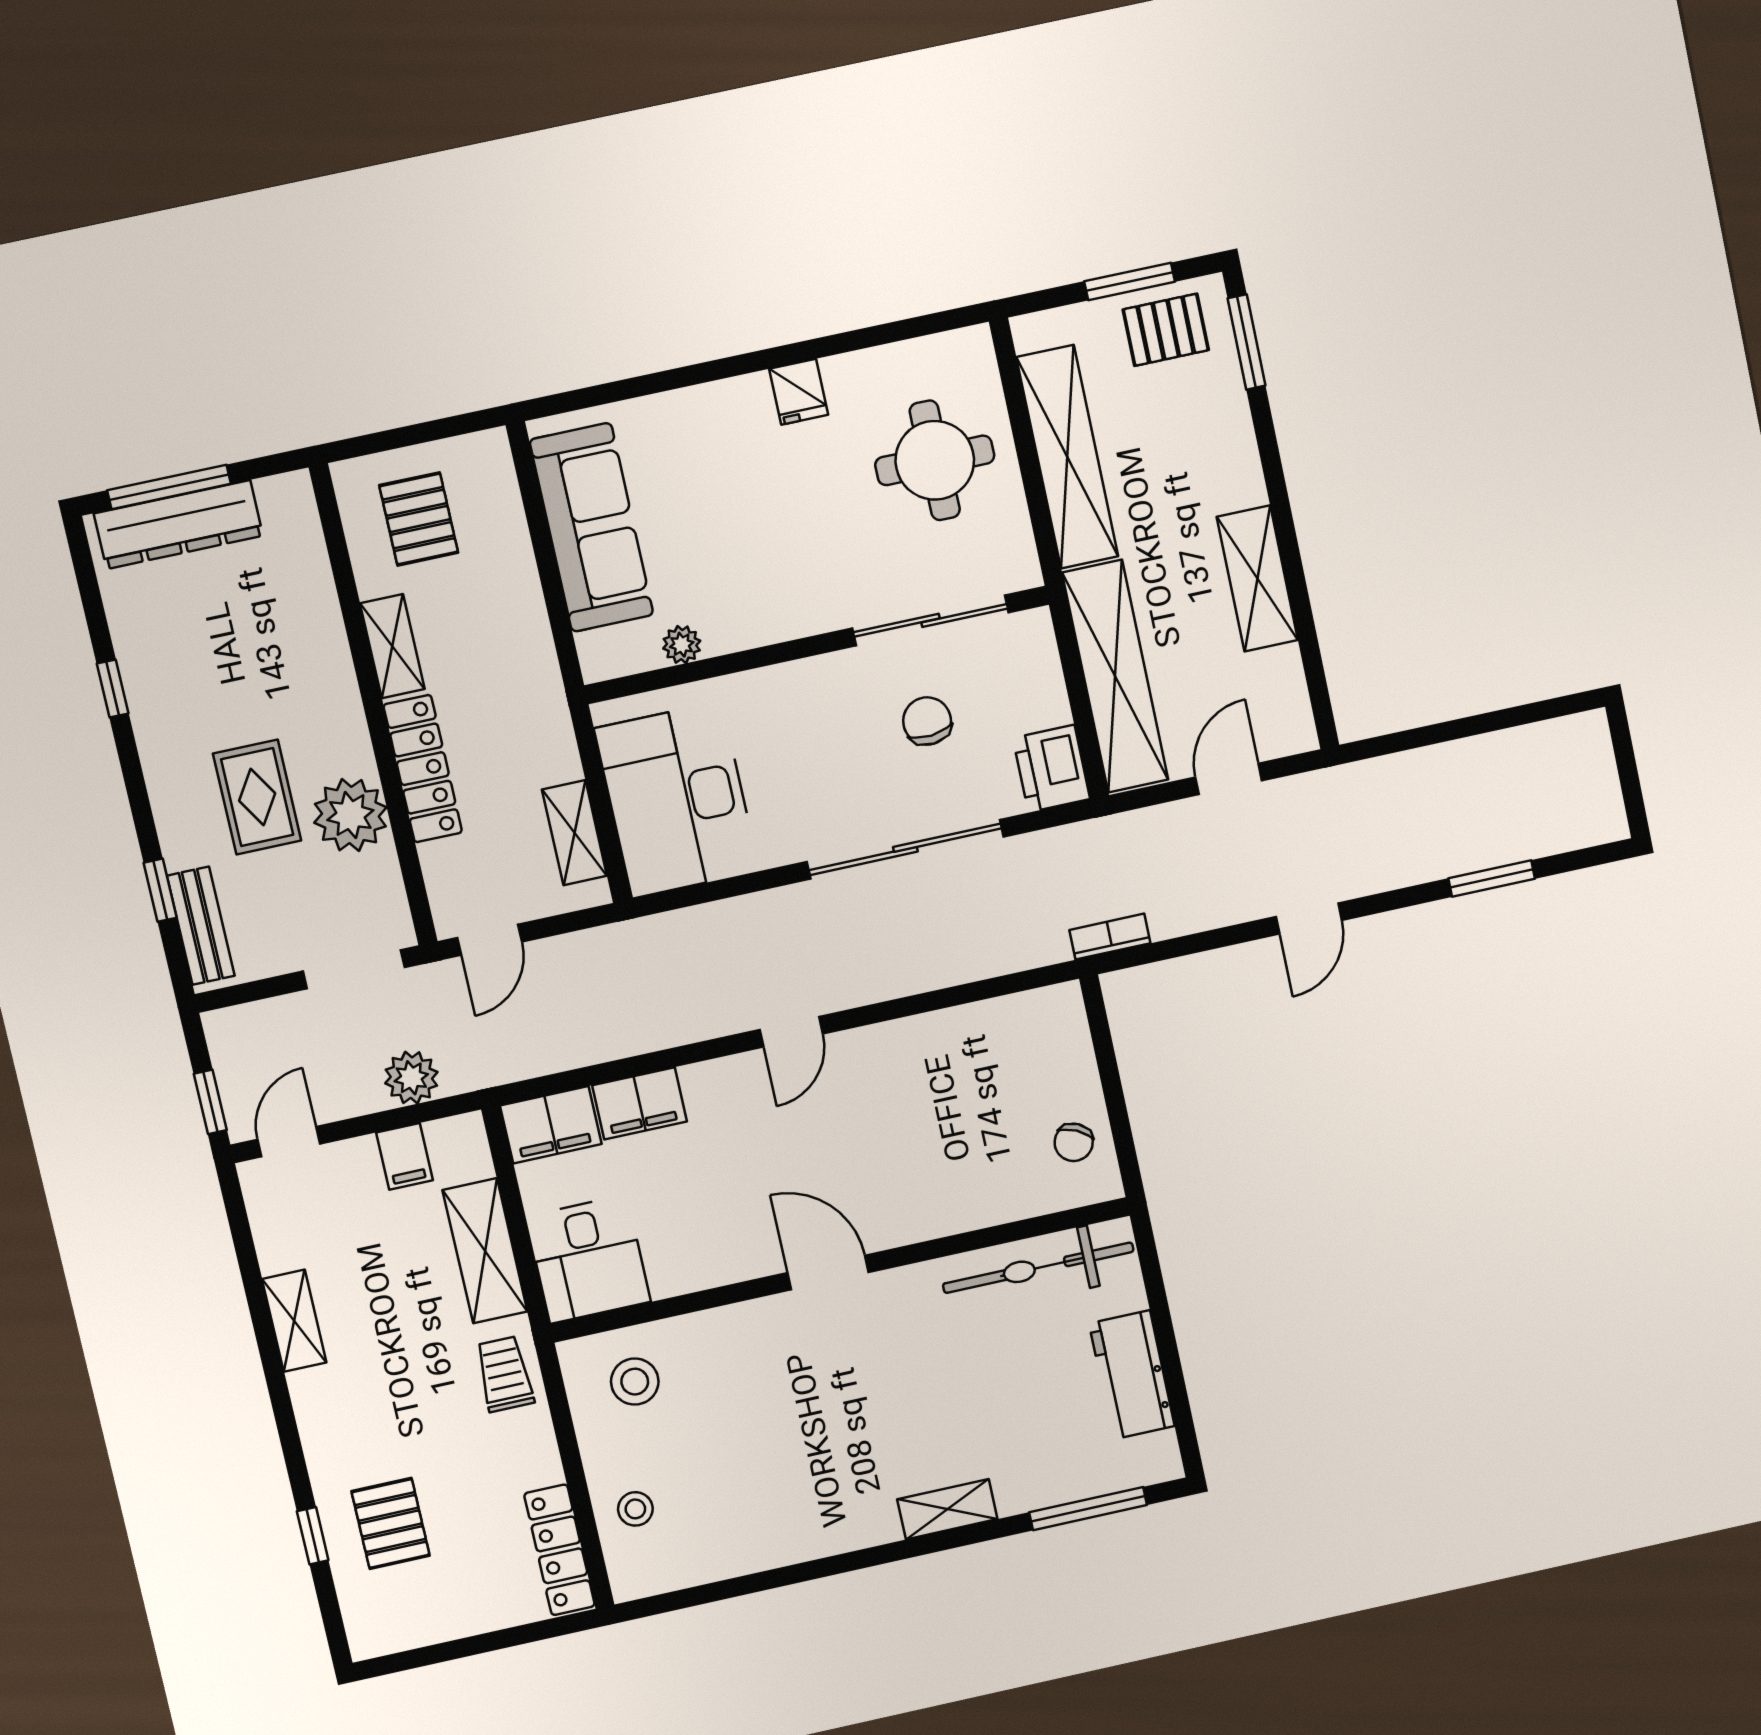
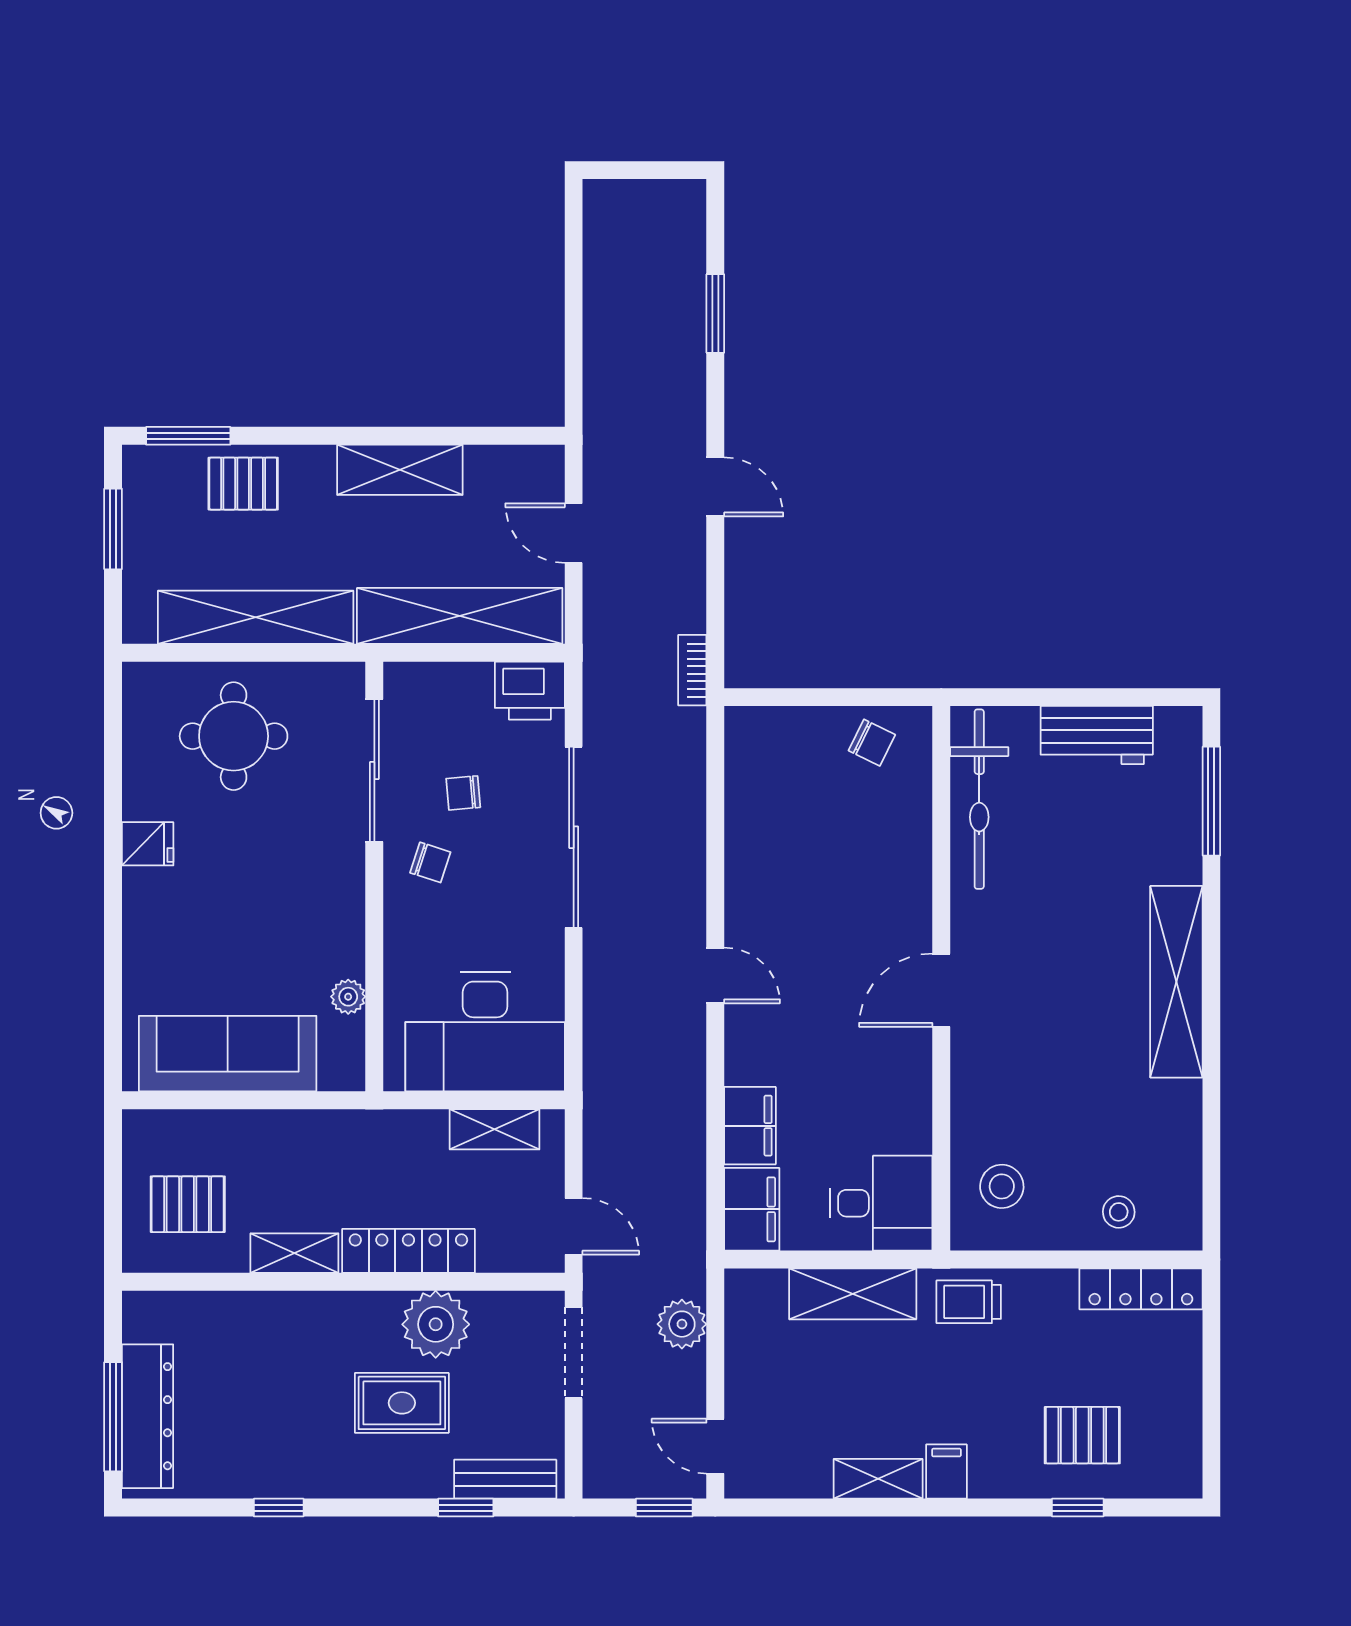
pallet: (1166, 330) -> (243, 484), moved, turned 90
chair: (845, 702) -> (430, 862), added
chair: (927, 721) -> (463, 793), width x0.73, depth x0.73
filing cabinet: (405, 1156) -> (946, 1472), moved, turned -90
shelving: (947, 1509) -> (1176, 982), width x2.20, depth x1.33

